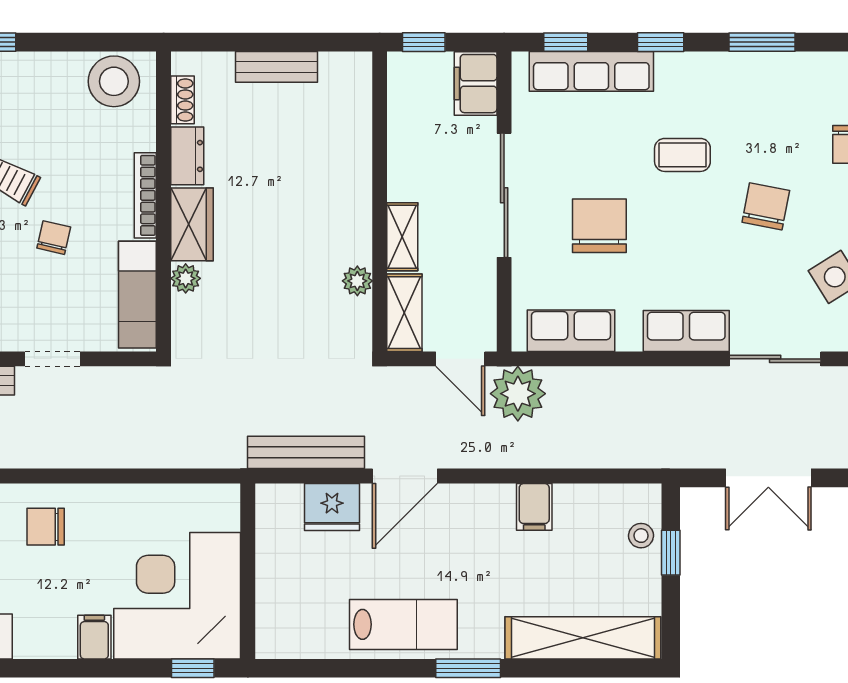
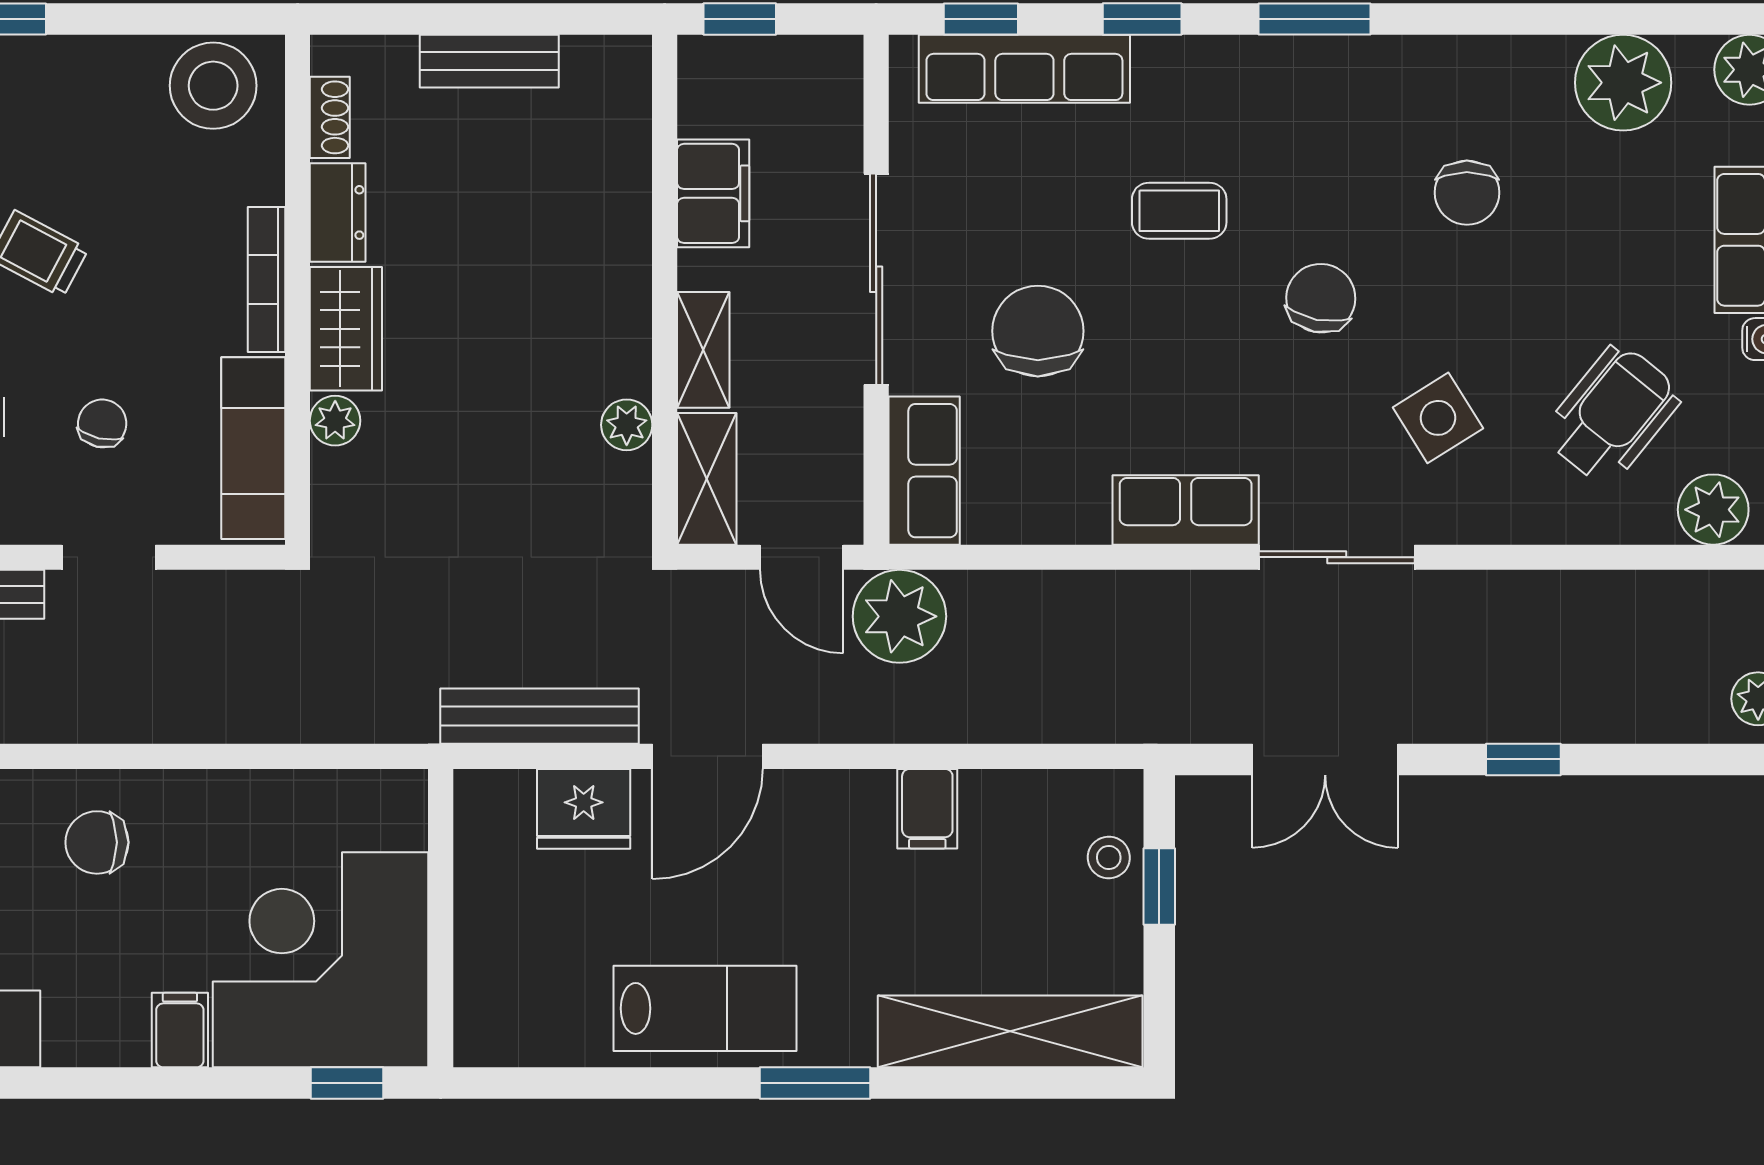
filing cabinet: (476, 84) -> (713, 193), moved, turned 180
chair: (54, 238) -> (102, 423), moved
row of seats: (571, 331) -> (924, 471), moved, turned 90

